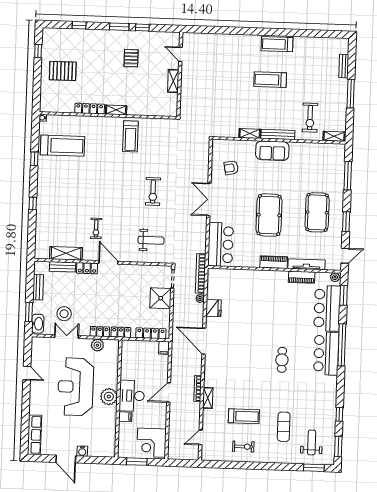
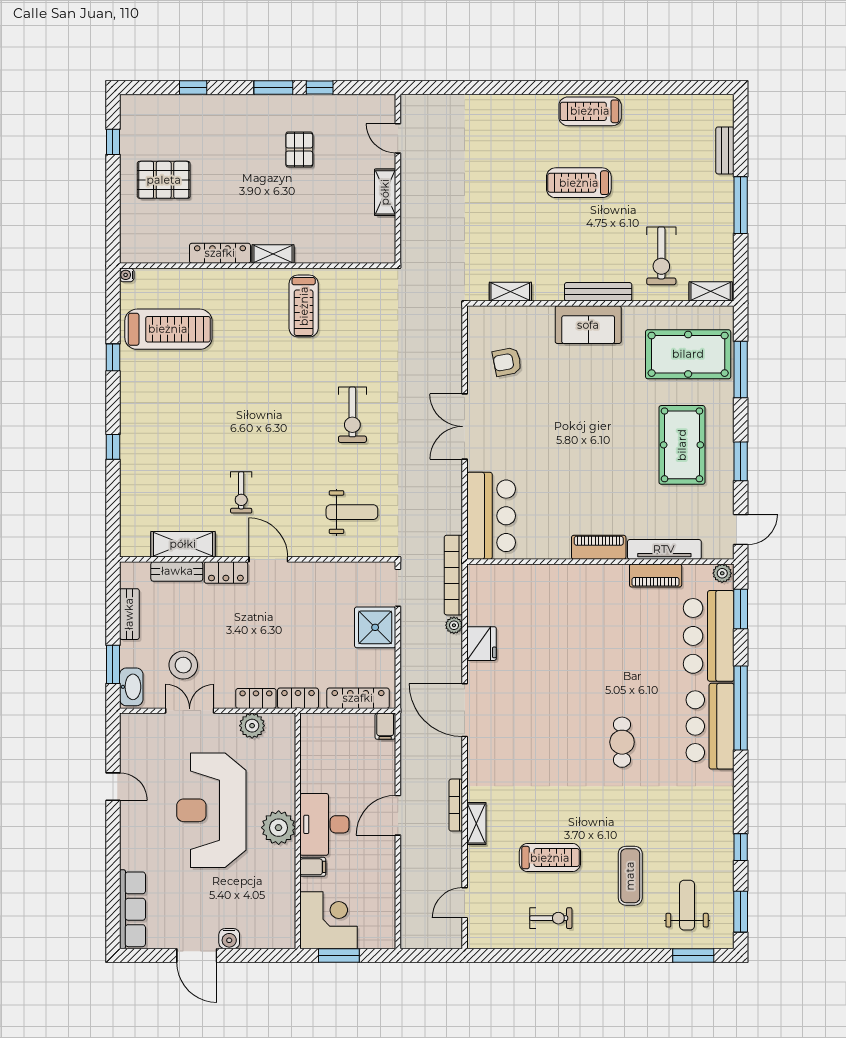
shelving: (250, 133) -> (510, 292), moved
pool table: (269, 215) -> (688, 354), moved, turned 90
corner desk: (152, 443) -> (329, 920), moved, turned 180

